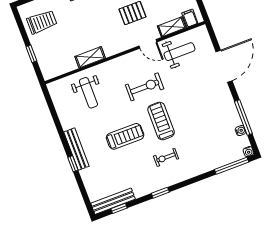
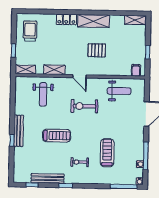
trolley: (42, 22) -> (30, 31), turned -90
shelving: (172, 27) -> (25, 69), moved
door: (148, 44) -> (80, 76), moved
exercise bike: (145, 87) -> (84, 106), turned 180
treadmill: (161, 121) -> (107, 153), moved
bench: (113, 201) -> (48, 178), moved

